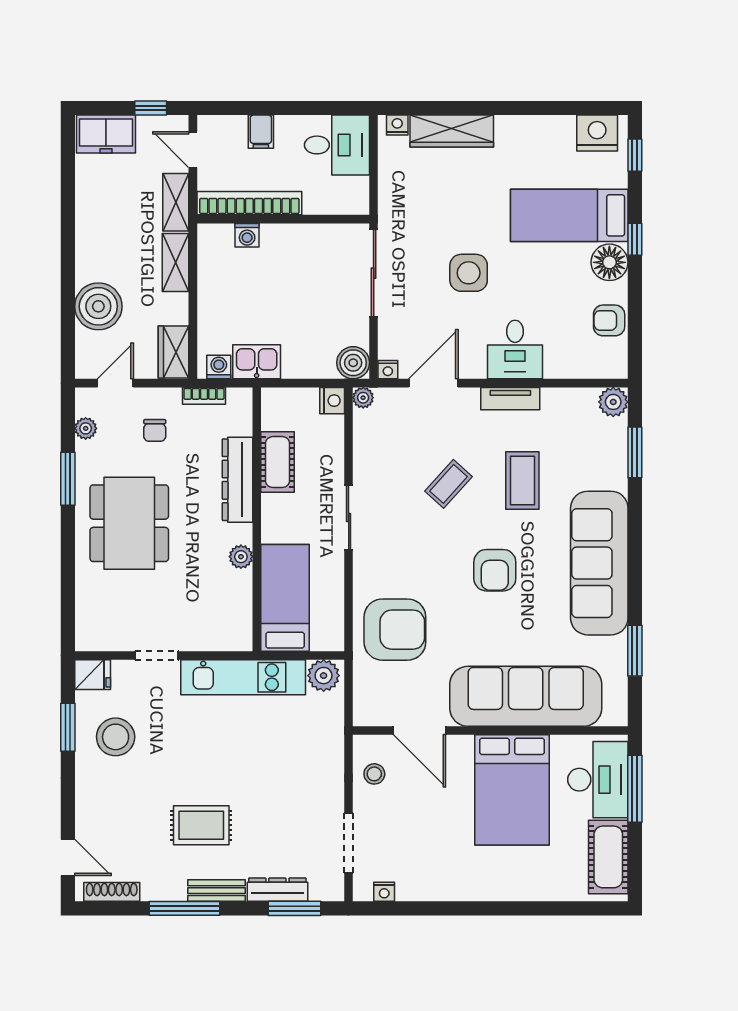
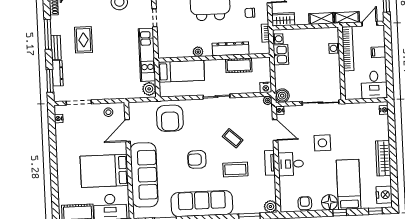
wardrobe: (452, 131) -> (383, 158), moved

